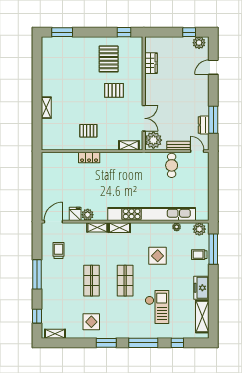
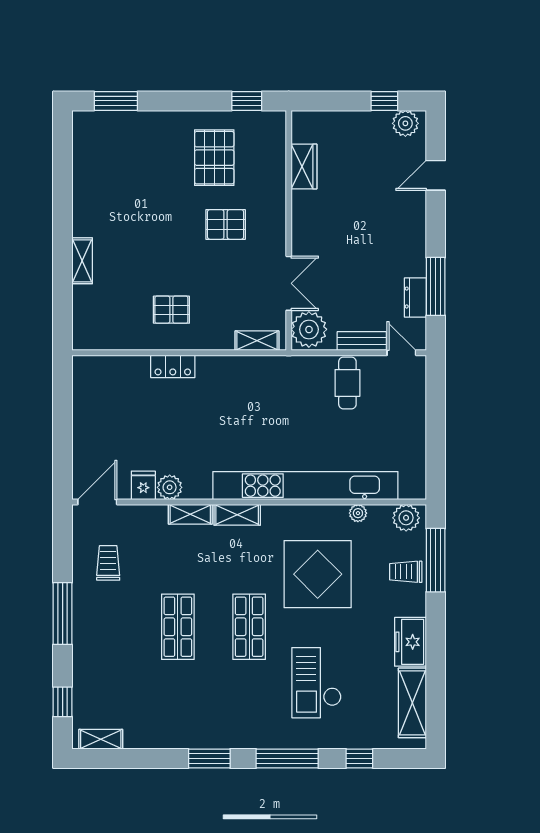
display table: (158, 256) -> (318, 574), width x1.86, depth x1.86
checkout: (157, 307) -> (316, 683), turned 180
display table: (91, 322) -> (178, 714), removed

